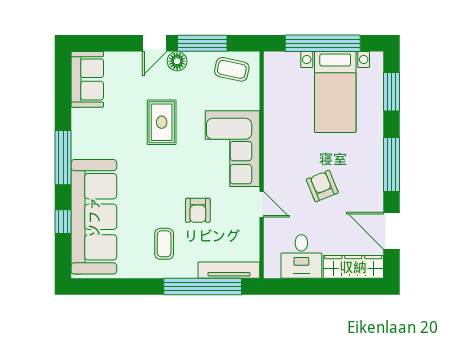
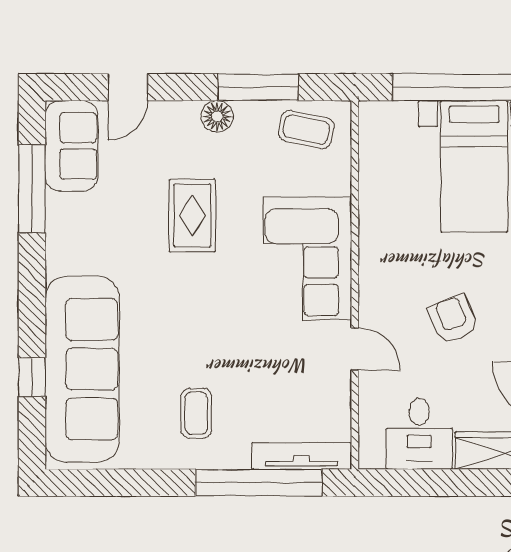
door: (155, 43) -> (128, 87), moved
window: (63, 158) -> (32, 189), moved
armchair: (198, 210) -> (251, 359), removed

